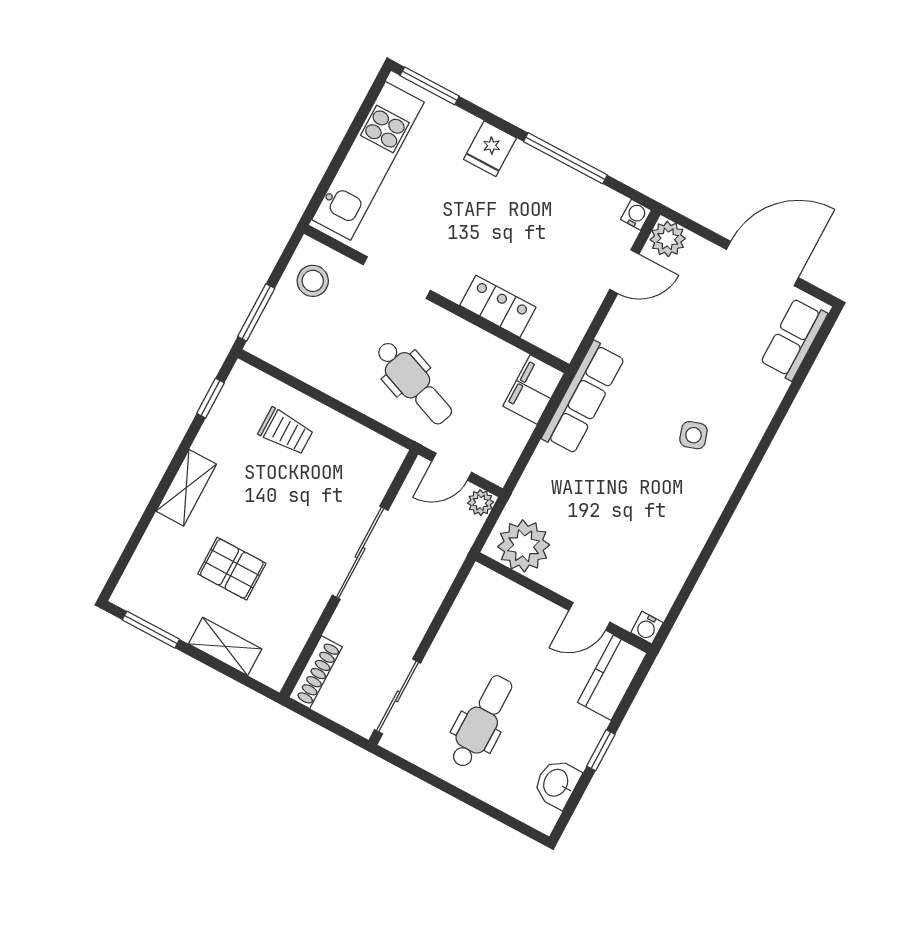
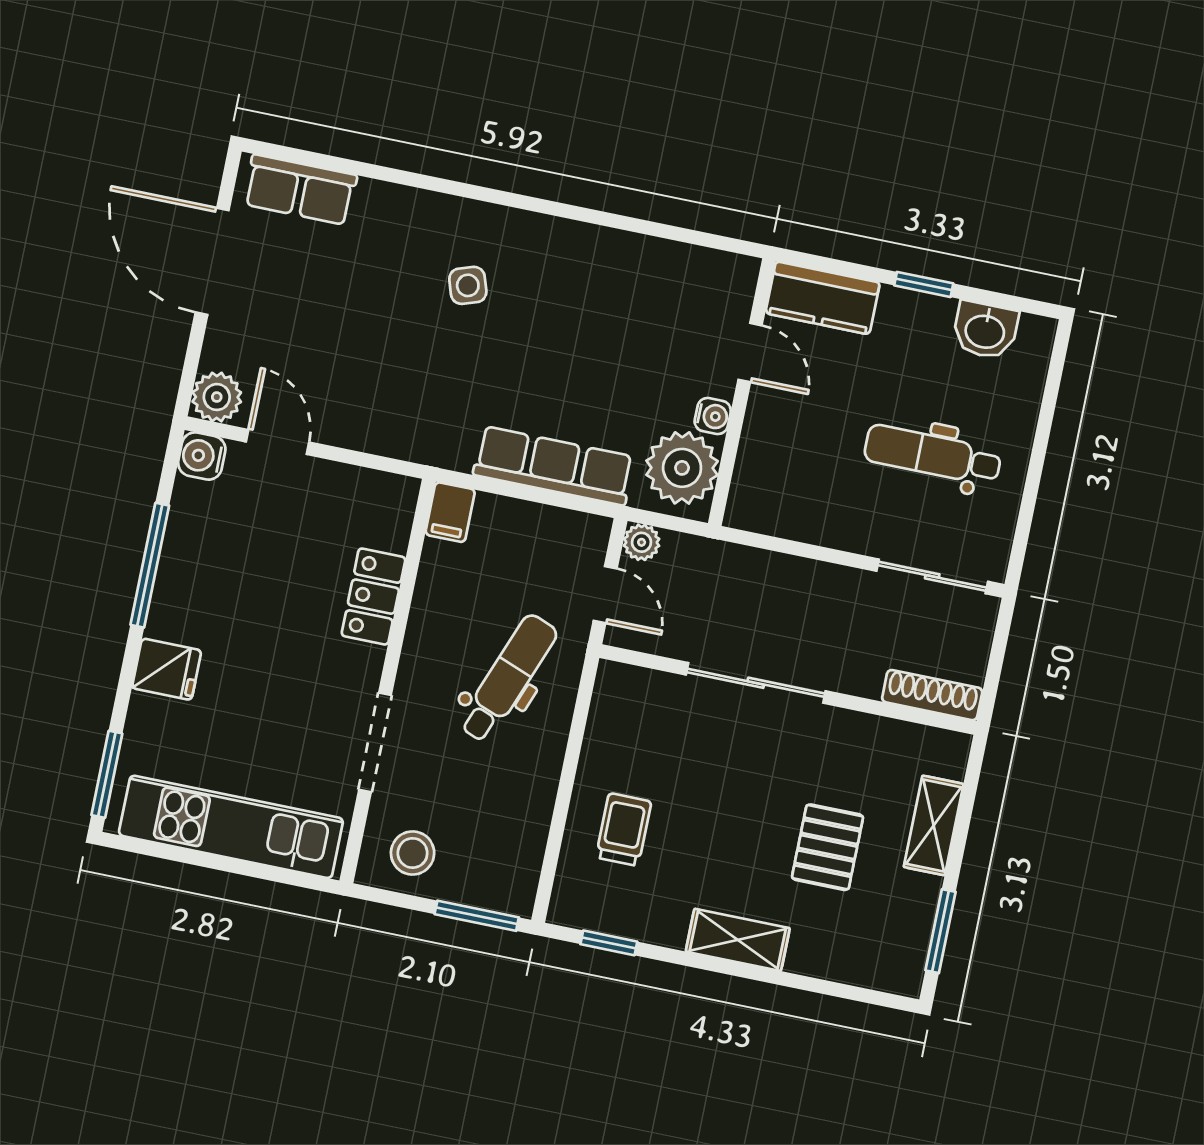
water cooler: (636, 215) -> (202, 456), width x1.38, depth x1.38
filing cabinet: (534, 389) -> (450, 512), width x0.50
row of seats: (583, 398) -> (554, 466), moved
water cooler: (647, 628) -> (713, 416), moved

